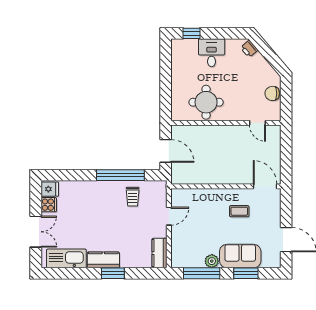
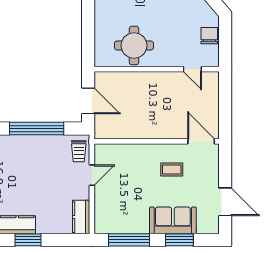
chair: (272, 93) -> (209, 36), turned 90
trolley: (133, 197) -> (79, 151), moved
plant: (212, 261) -> (141, 226), removed

